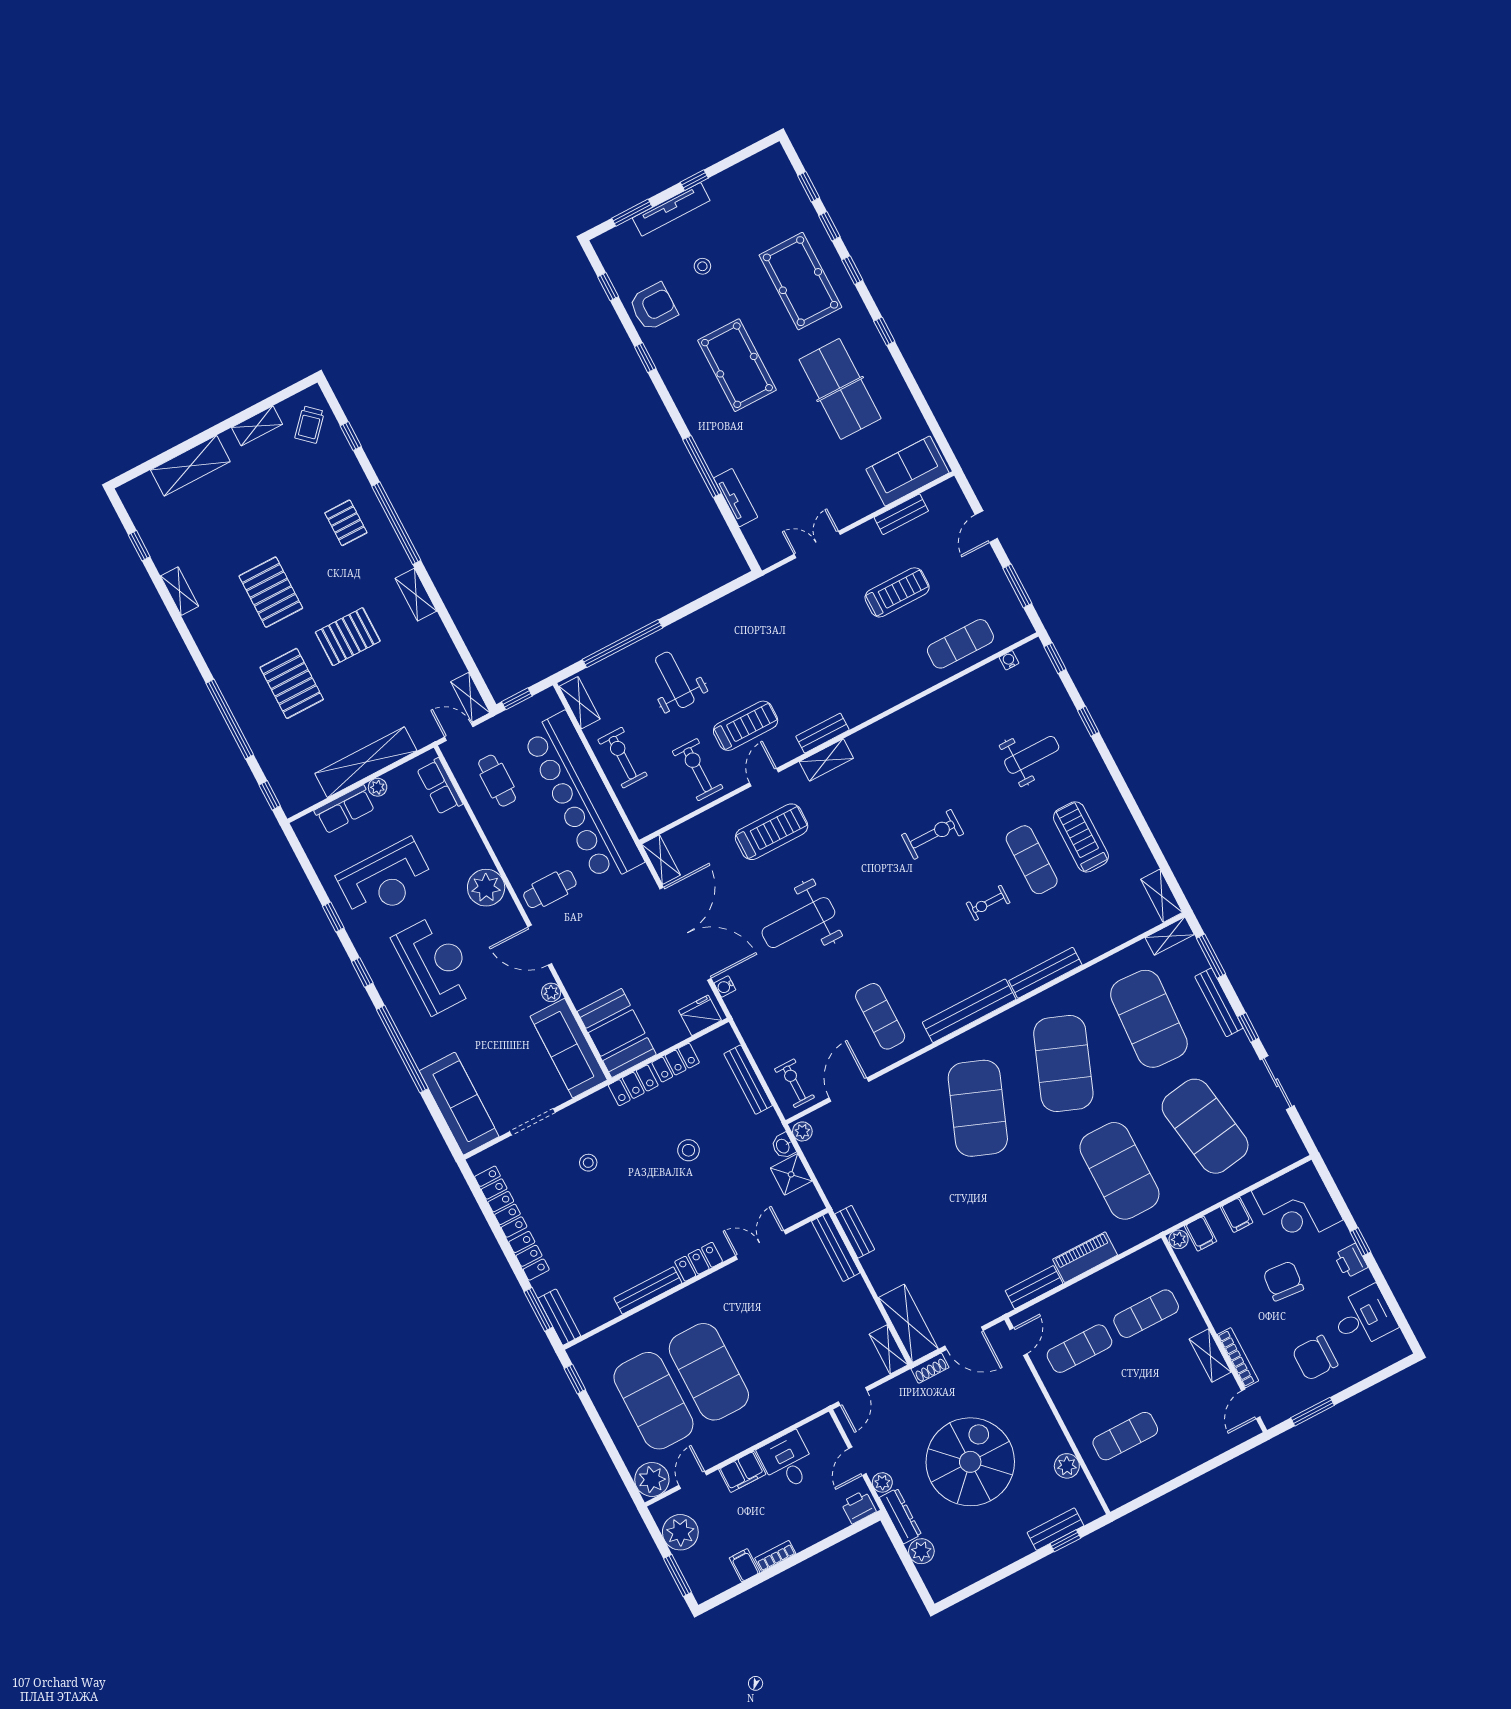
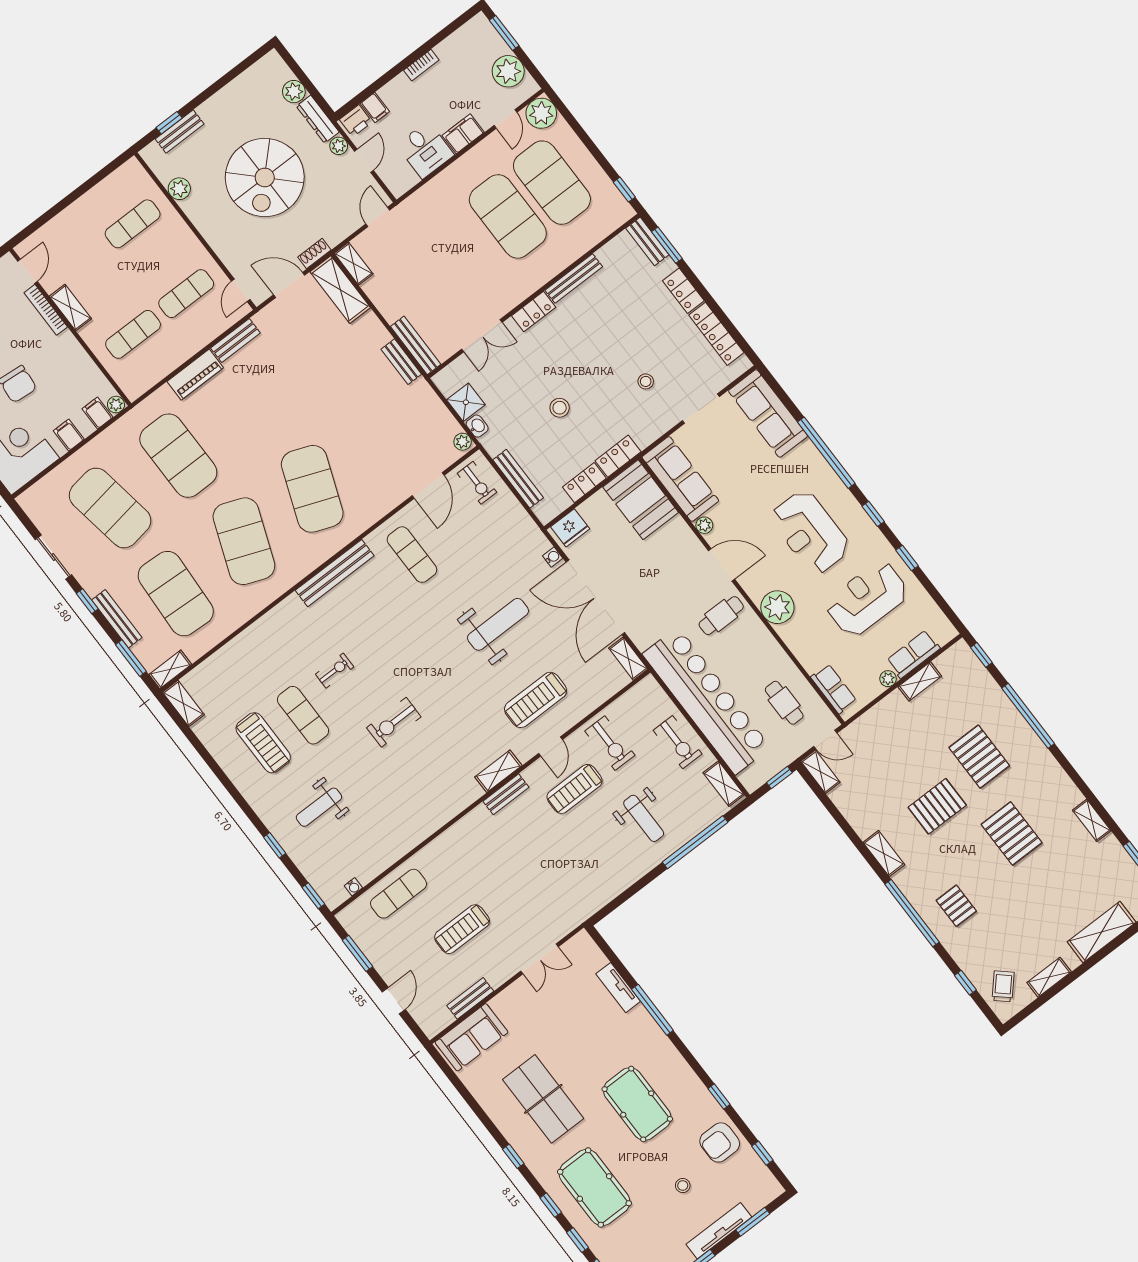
shelving: (366, 762) -> (920, 681), width x0.45, depth x0.75
bench: (1045, 973) -> (274, 618), removed
filing cabinet: (745, 1565) -> (375, 107), moved

